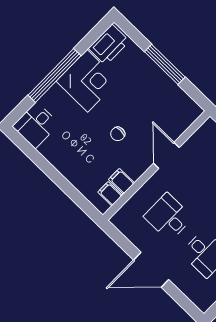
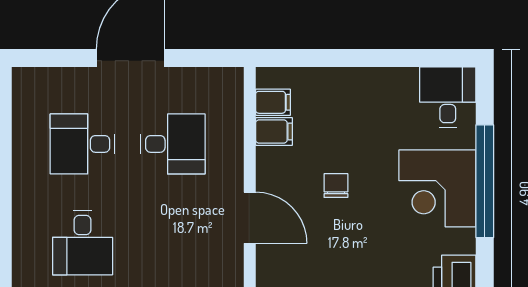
corner desk: (87, 81) -> (437, 188), moved

